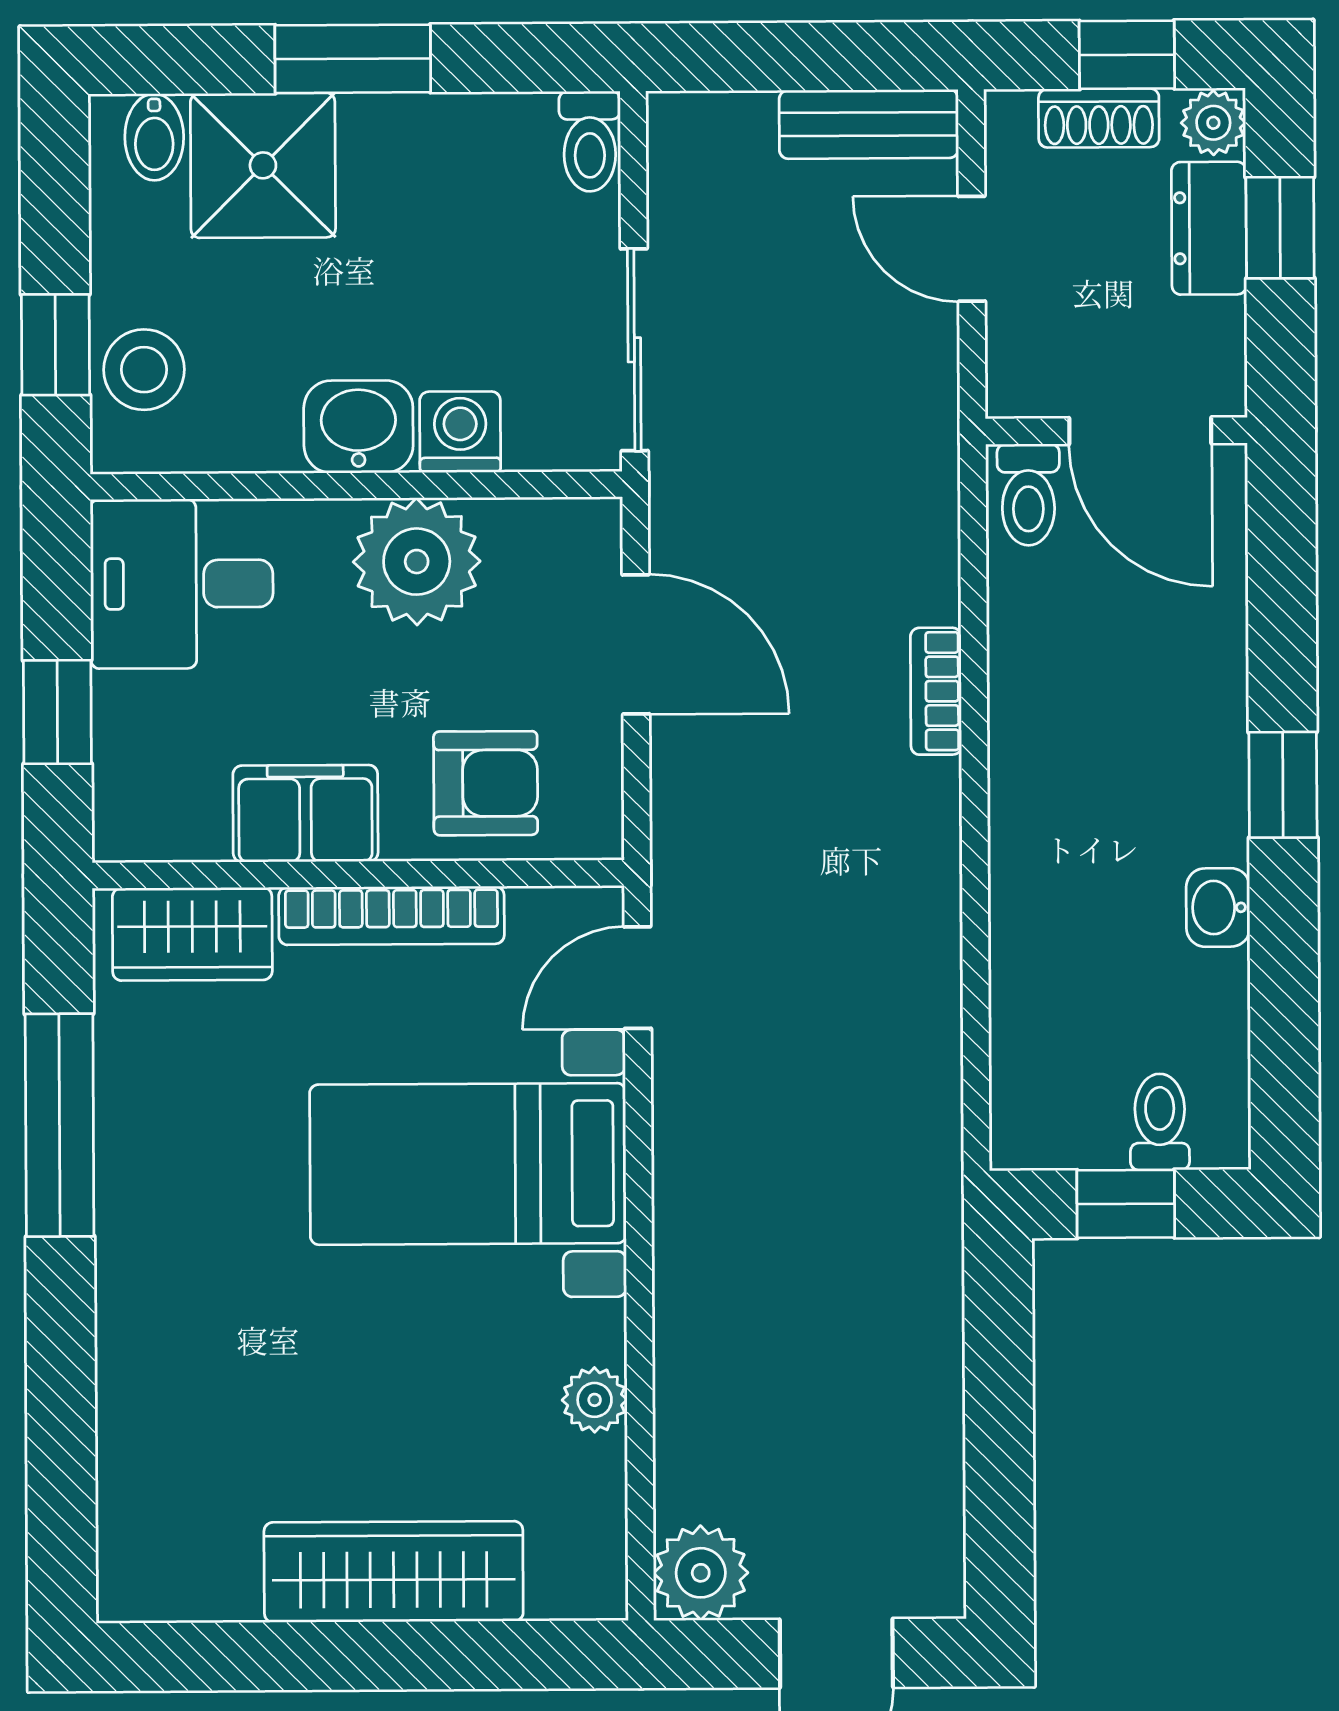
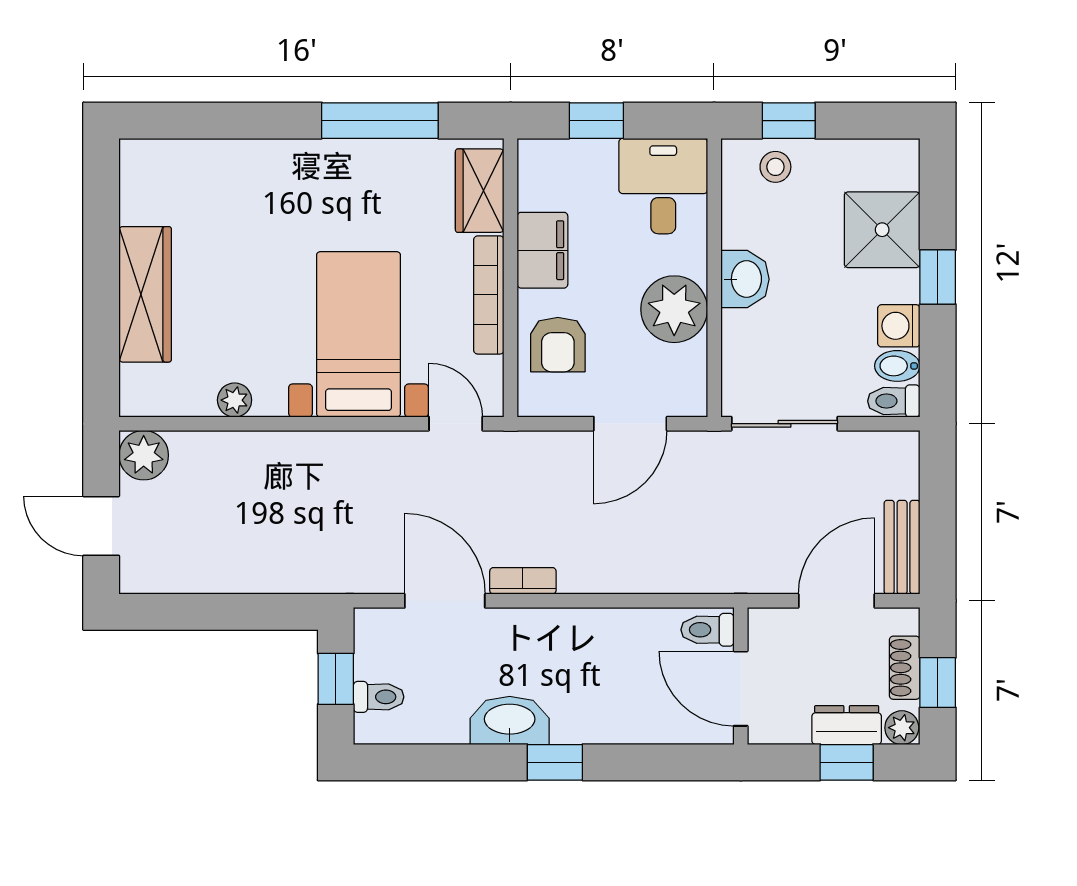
window: (353, 59) -> (938, 277), width x0.67
bidet: (154, 137) -> (897, 366), moved
door: (972, 249) -> (836, 601), width x1.38
stool: (144, 370) -> (775, 167), width x0.73, depth x0.73
door: (1140, 431) -> (741, 689), hinge flipped
washing machine: (460, 432) -> (899, 326), moved, turned 180
bookcase: (936, 691) -> (523, 581), moved
washbasin: (1218, 907) -> (510, 721), width x1.91, depth x1.45
door: (976, 996) -> (445, 601), added

